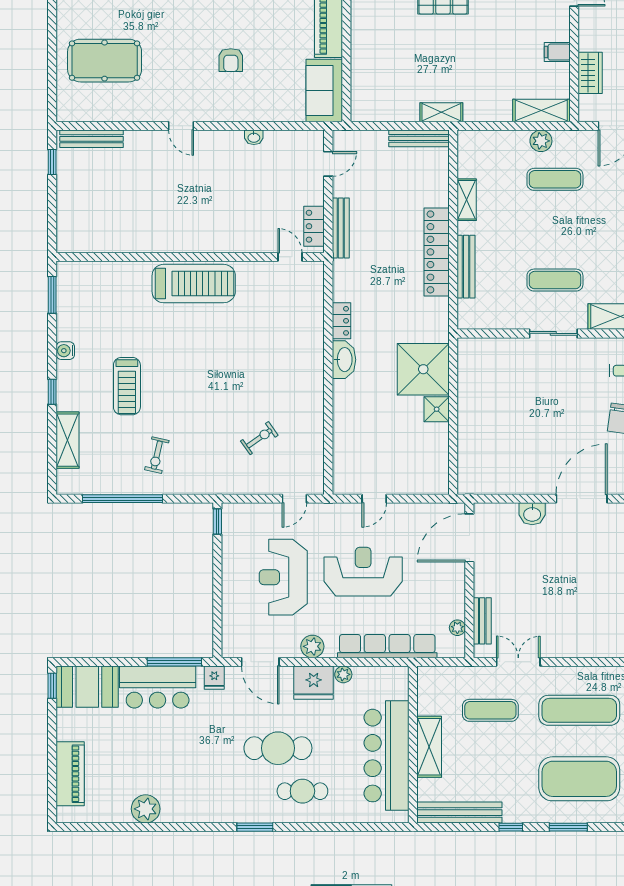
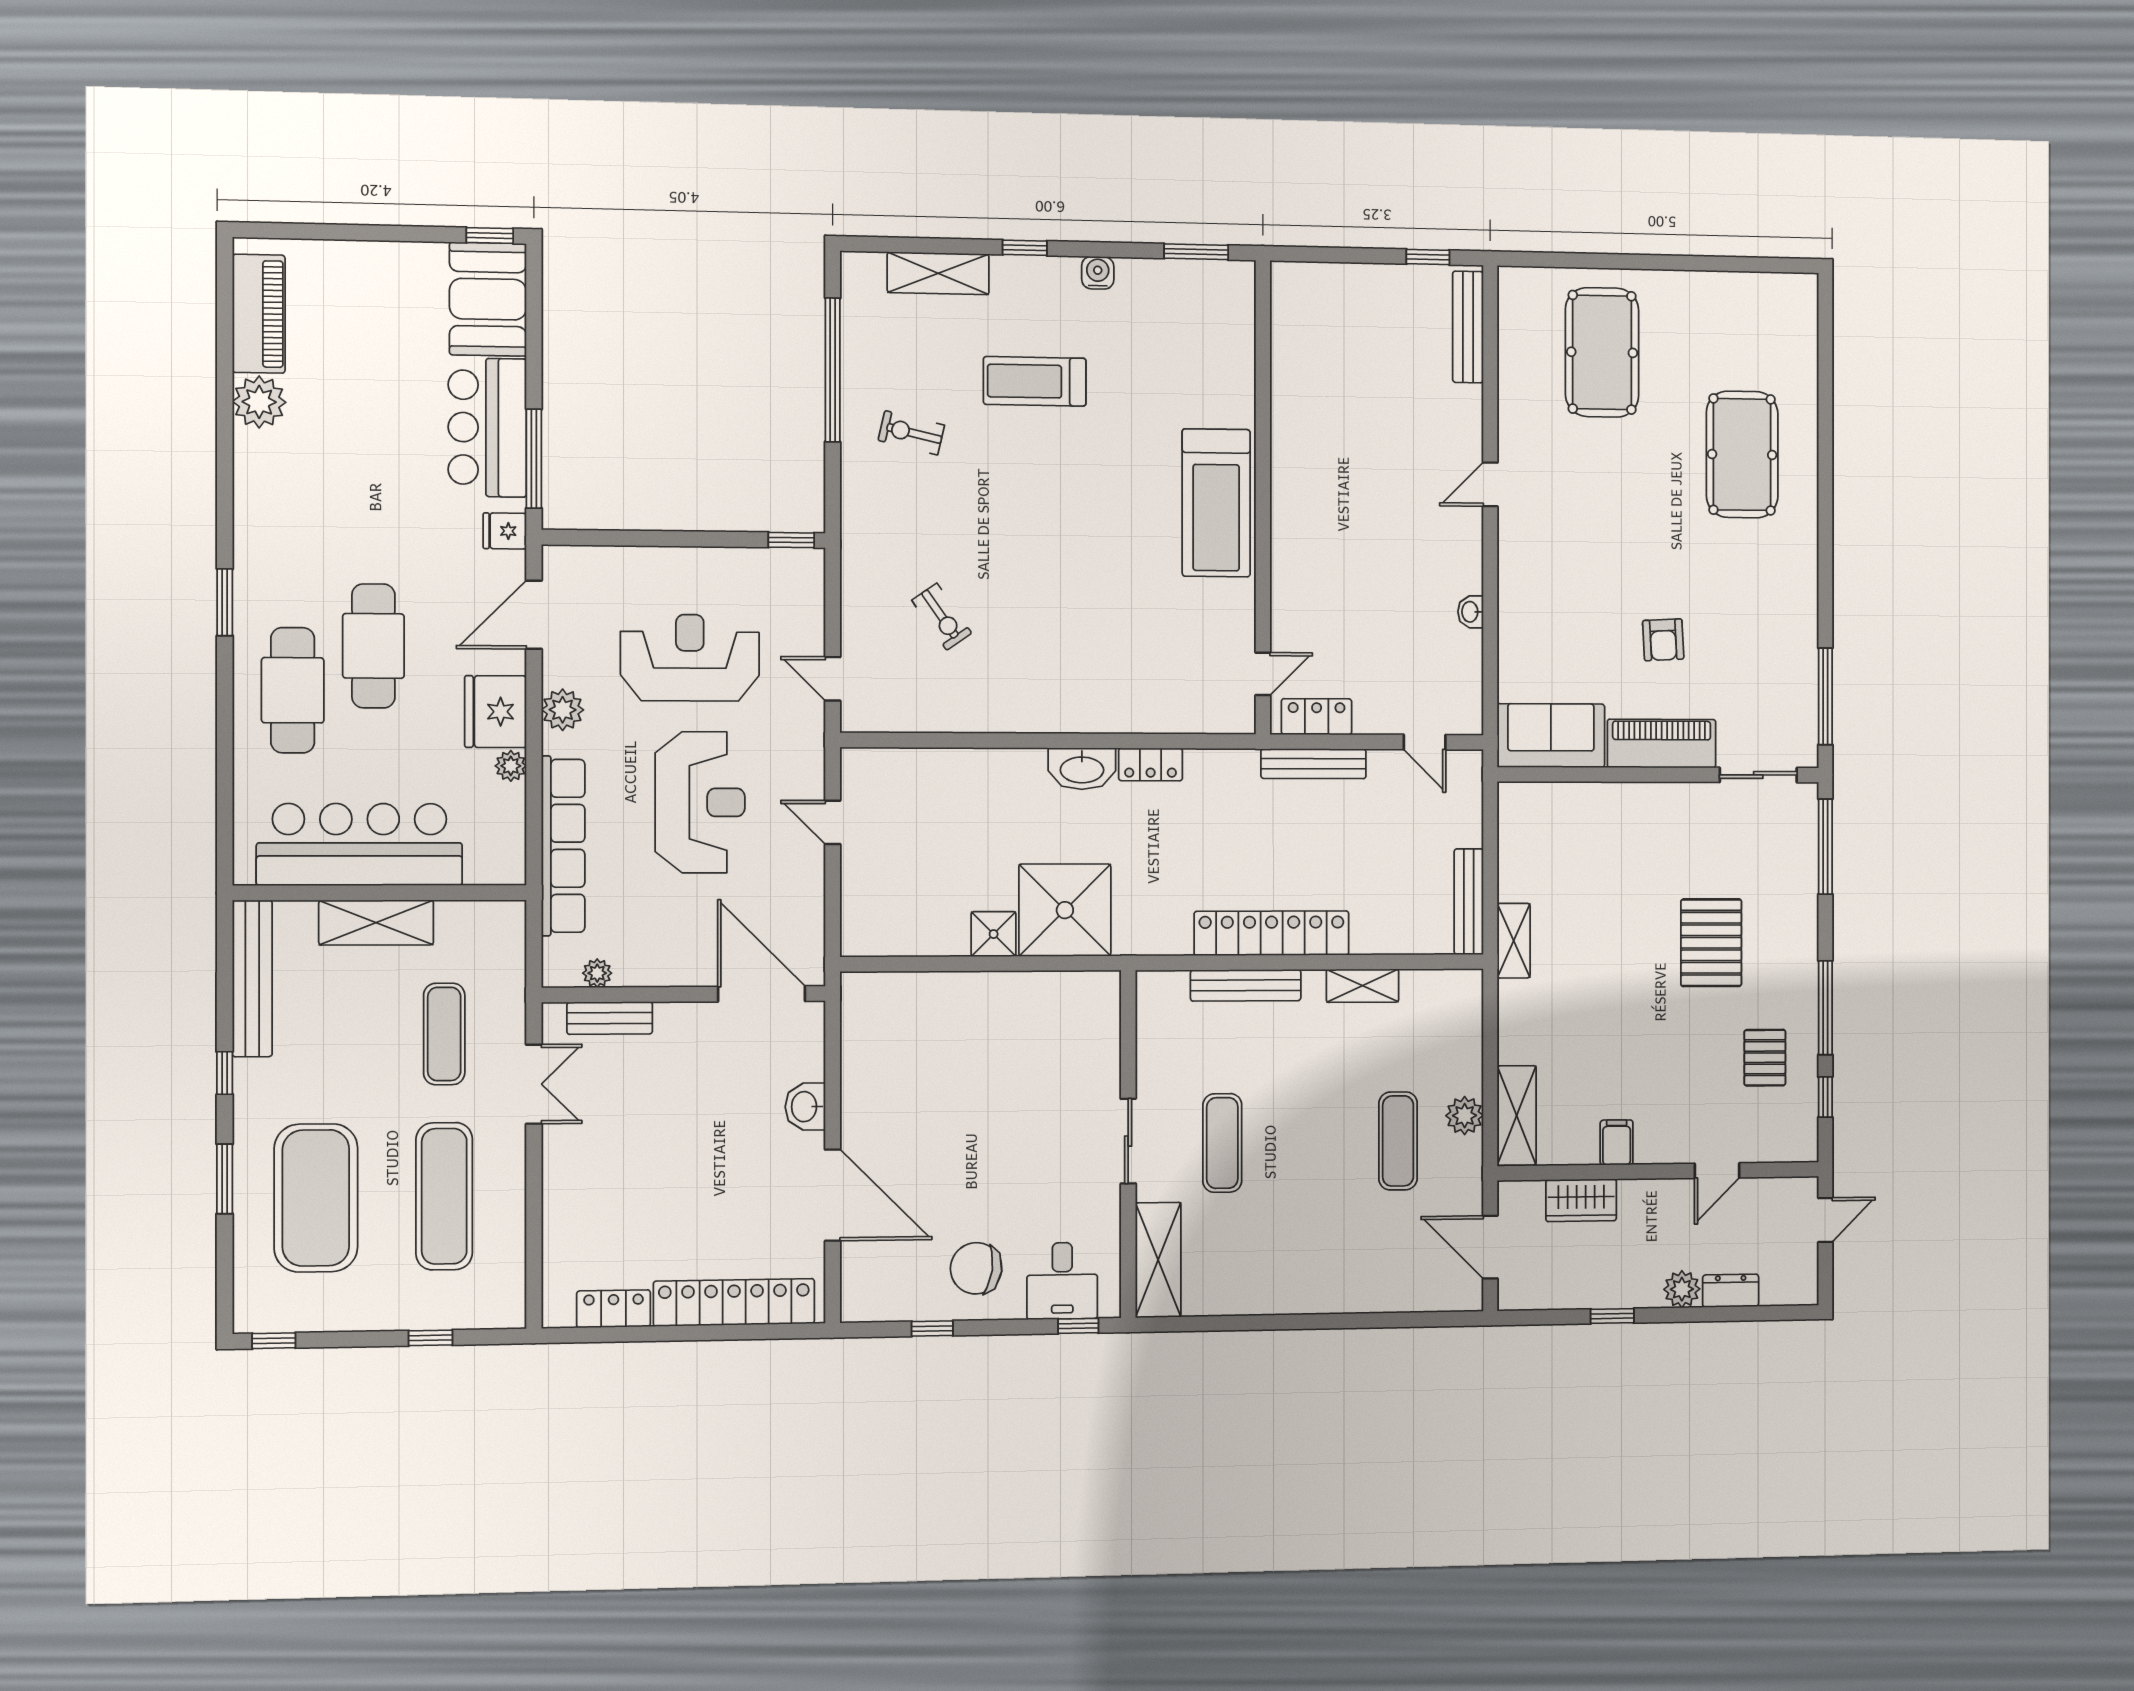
armchair: (231, 60) -> (1663, 640), moved, turned -93
piano: (70, 774) -> (259, 314), moved, turned -90
cafe table: (302, 791) -> (293, 690), width x1.37, depth x1.35

